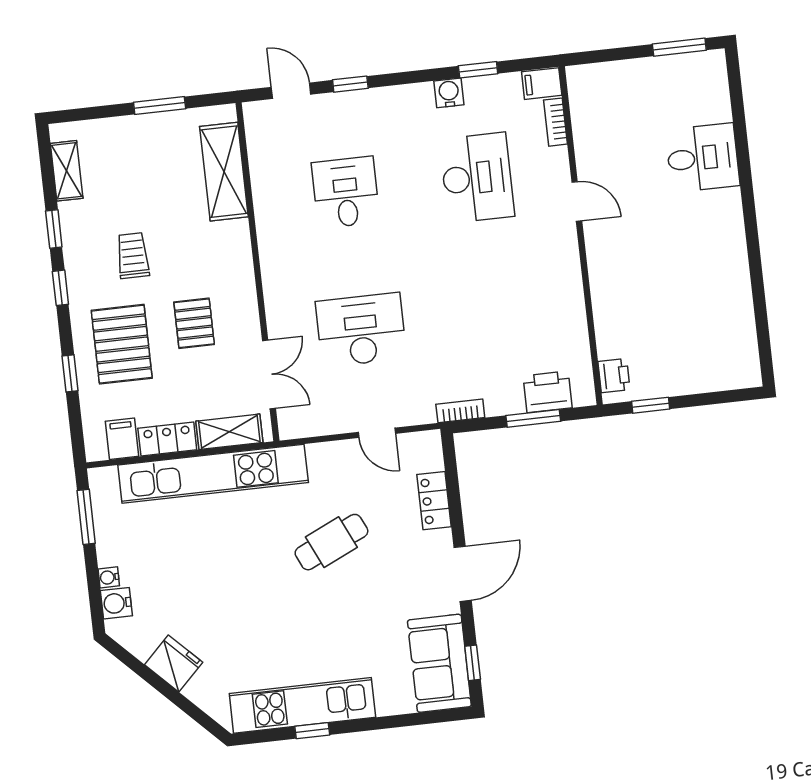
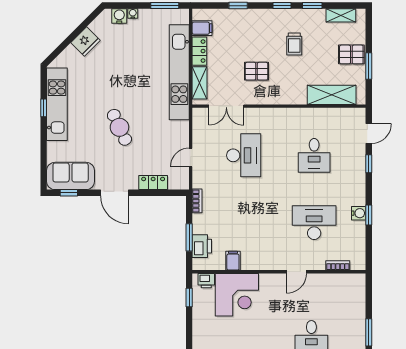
window: (478, 70) -> (369, 215), moved
filing cabinet: (542, 84) -> (233, 261), moved
desk: (477, 178) -> (314, 223), turned 180
desk: (346, 192) -> (314, 155), turned 90
trolley: (133, 256) -> (294, 44), turned 90
corner desk: (635, 313) -> (237, 295), added
pallet: (122, 344) -> (351, 54), moved, width x0.67, depth x0.71
cafe table: (331, 542) -> (119, 127), moved

